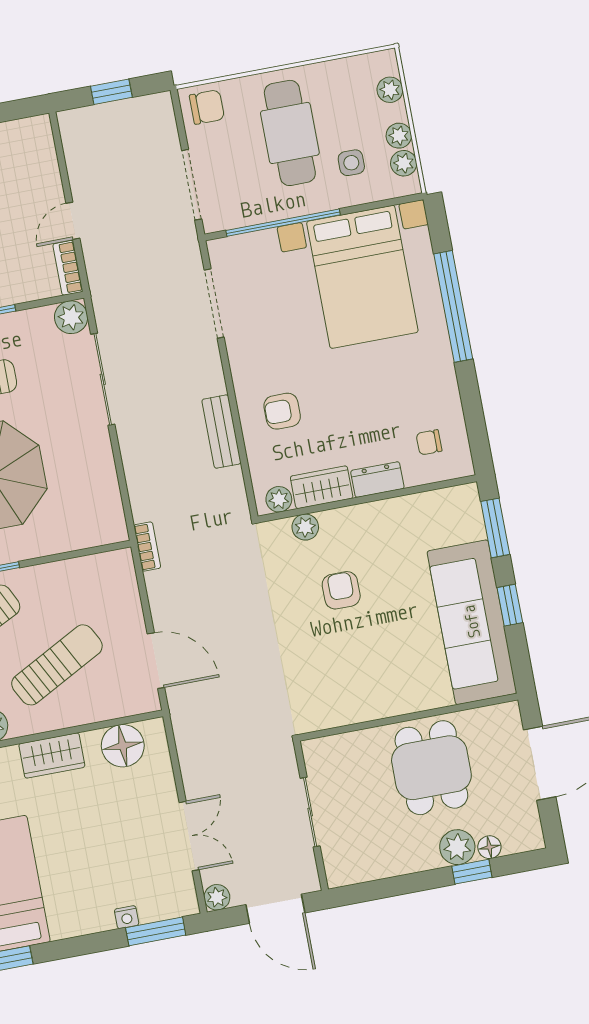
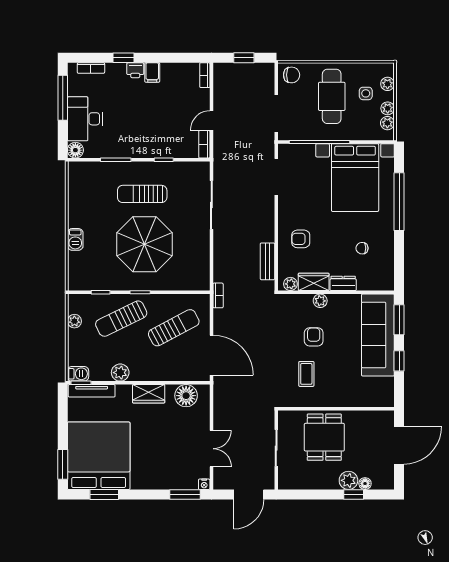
bookcase: (44, 138) -> (205, 75), added
side table: (351, 163) -> (366, 93), moved
plant: (71, 317) -> (201, 170), removed
bench: (221, 432) -> (267, 261), moved
chair: (429, 442) -> (362, 248), moved
plant: (305, 527) -> (320, 301), moved
sofa: (472, 622) -> (378, 335), moved
door: (156, 661) -> (211, 355), width x1.36
coffee table: (341, 662) -> (306, 374), added
sun lounger: (57, 665) -> (174, 328), moved
dining table: (431, 768) -> (324, 437), moved
plant: (217, 897) -> (220, 483), removed
door: (275, 909) -> (249, 494), hinge flipped
nightstand: (127, 917) -> (204, 484), moved

